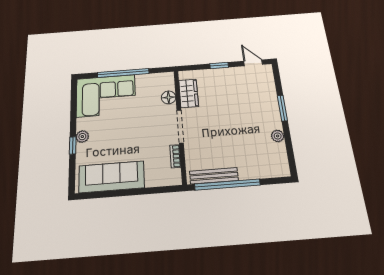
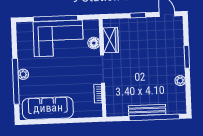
corner sofa: (106, 96) -> (58, 38), moved
window: (73, 145) -> (16, 81), width x3.17
bench: (214, 176) -> (147, 110), moved
window: (227, 185) -> (154, 117), moved

